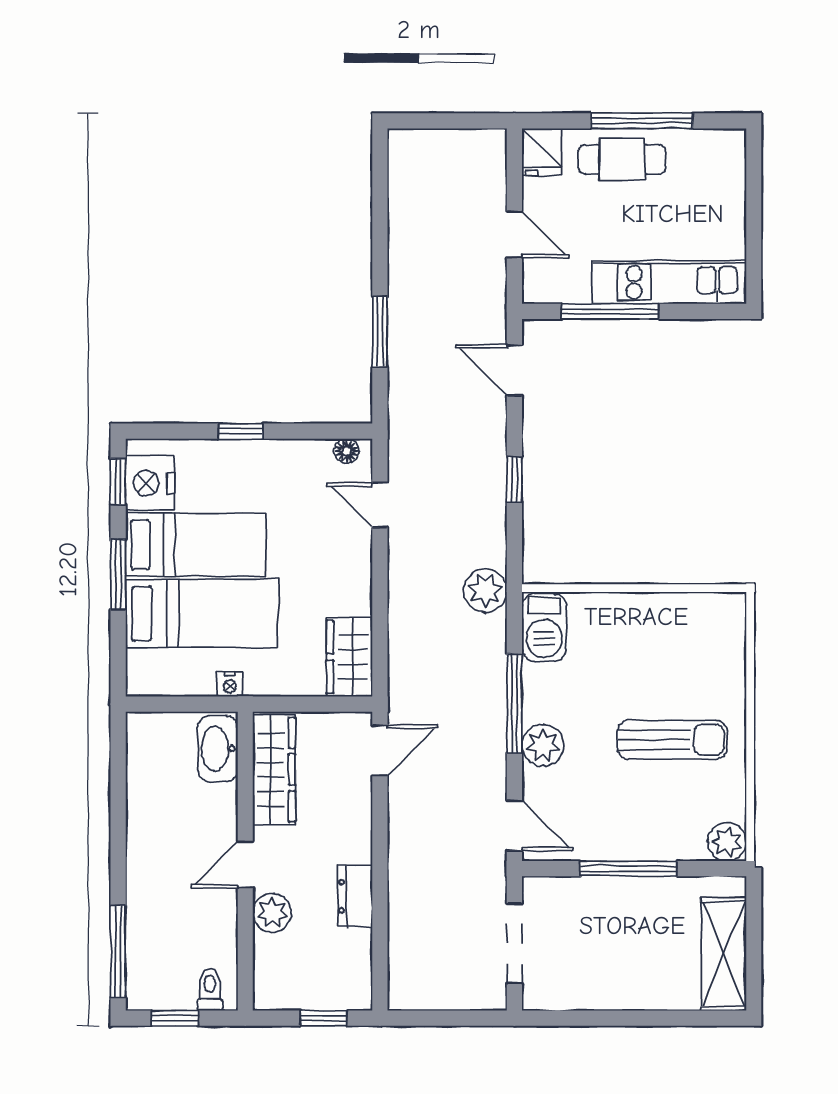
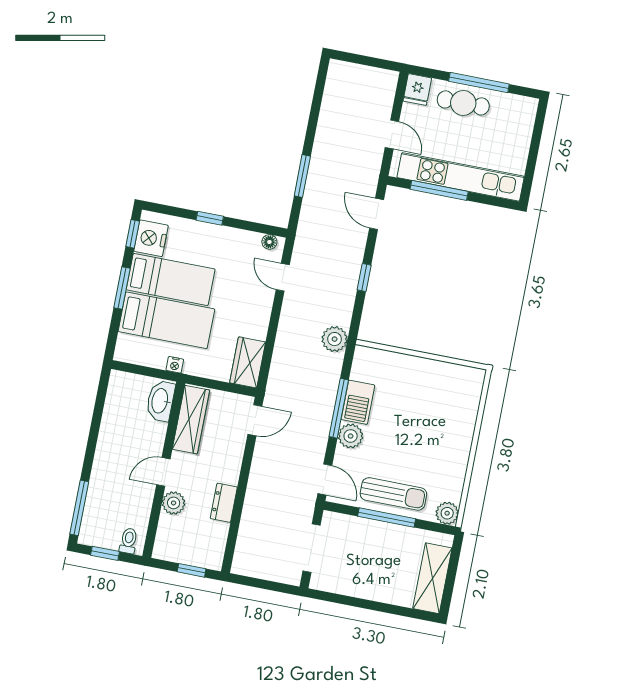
kitchen unit: (669, 282) -> (461, 177), width x1.36
barbecue: (544, 628) -> (358, 402), moved
sun lounger: (672, 740) -> (393, 494), moved

